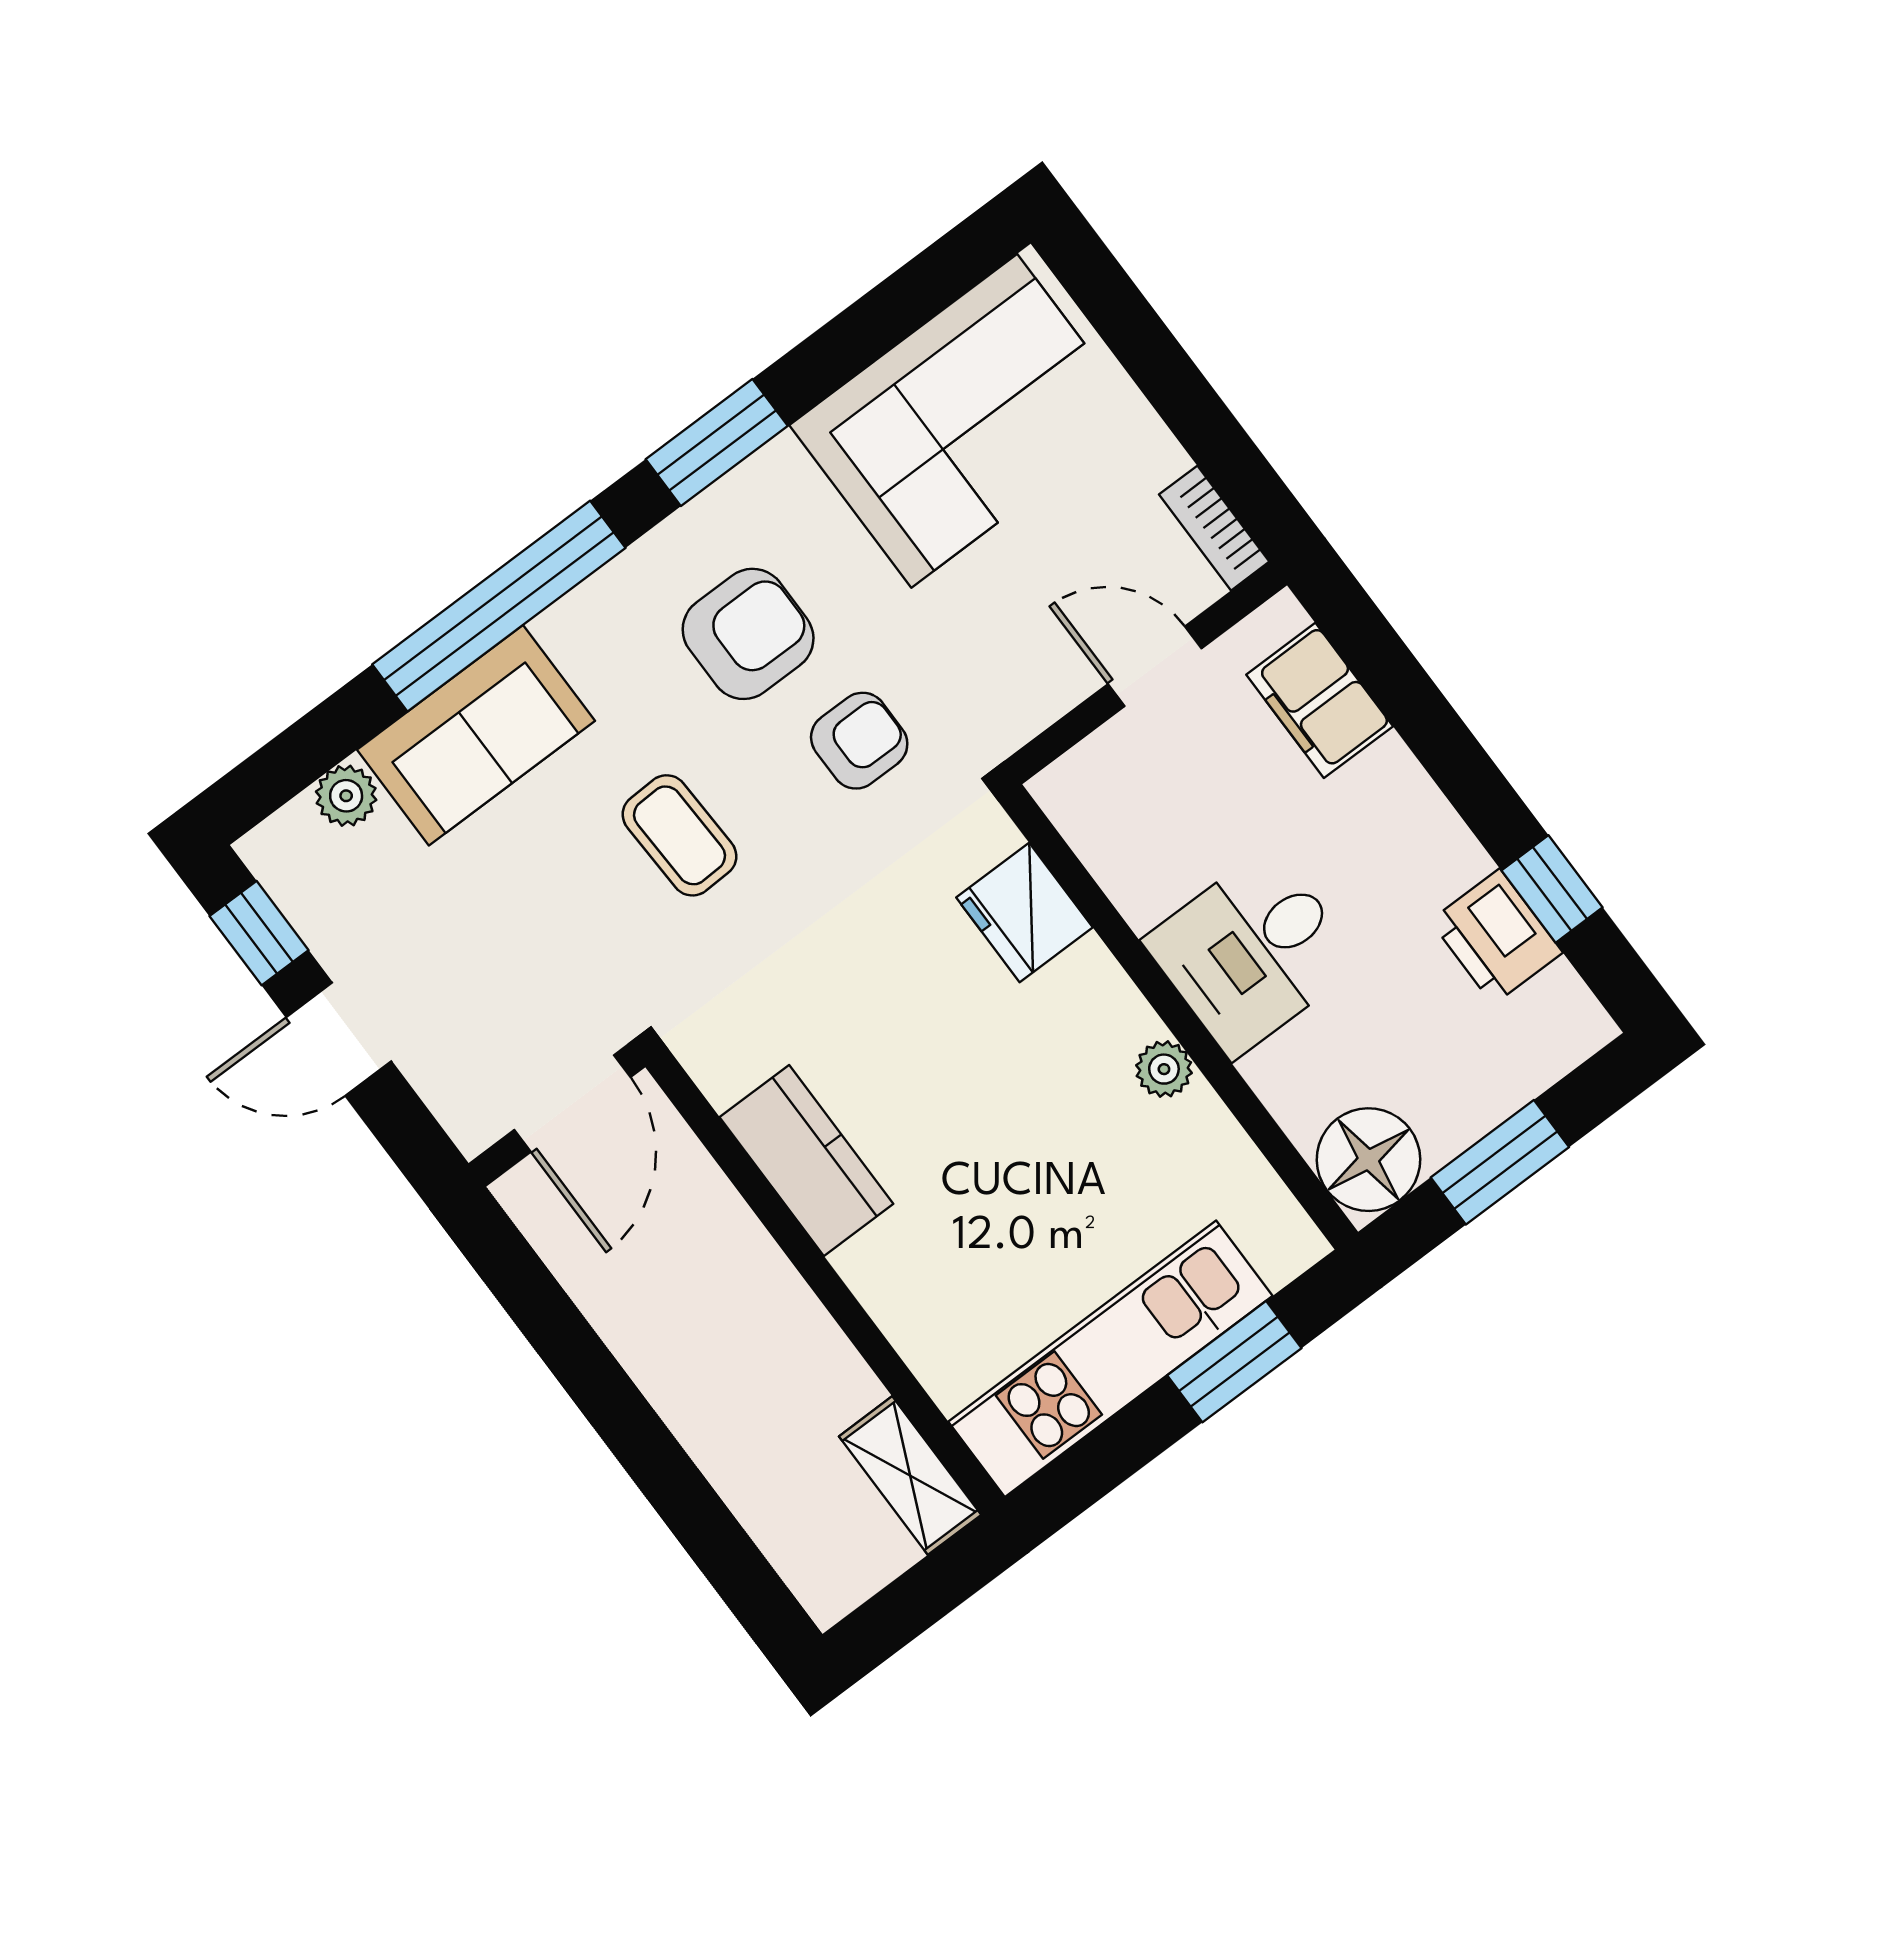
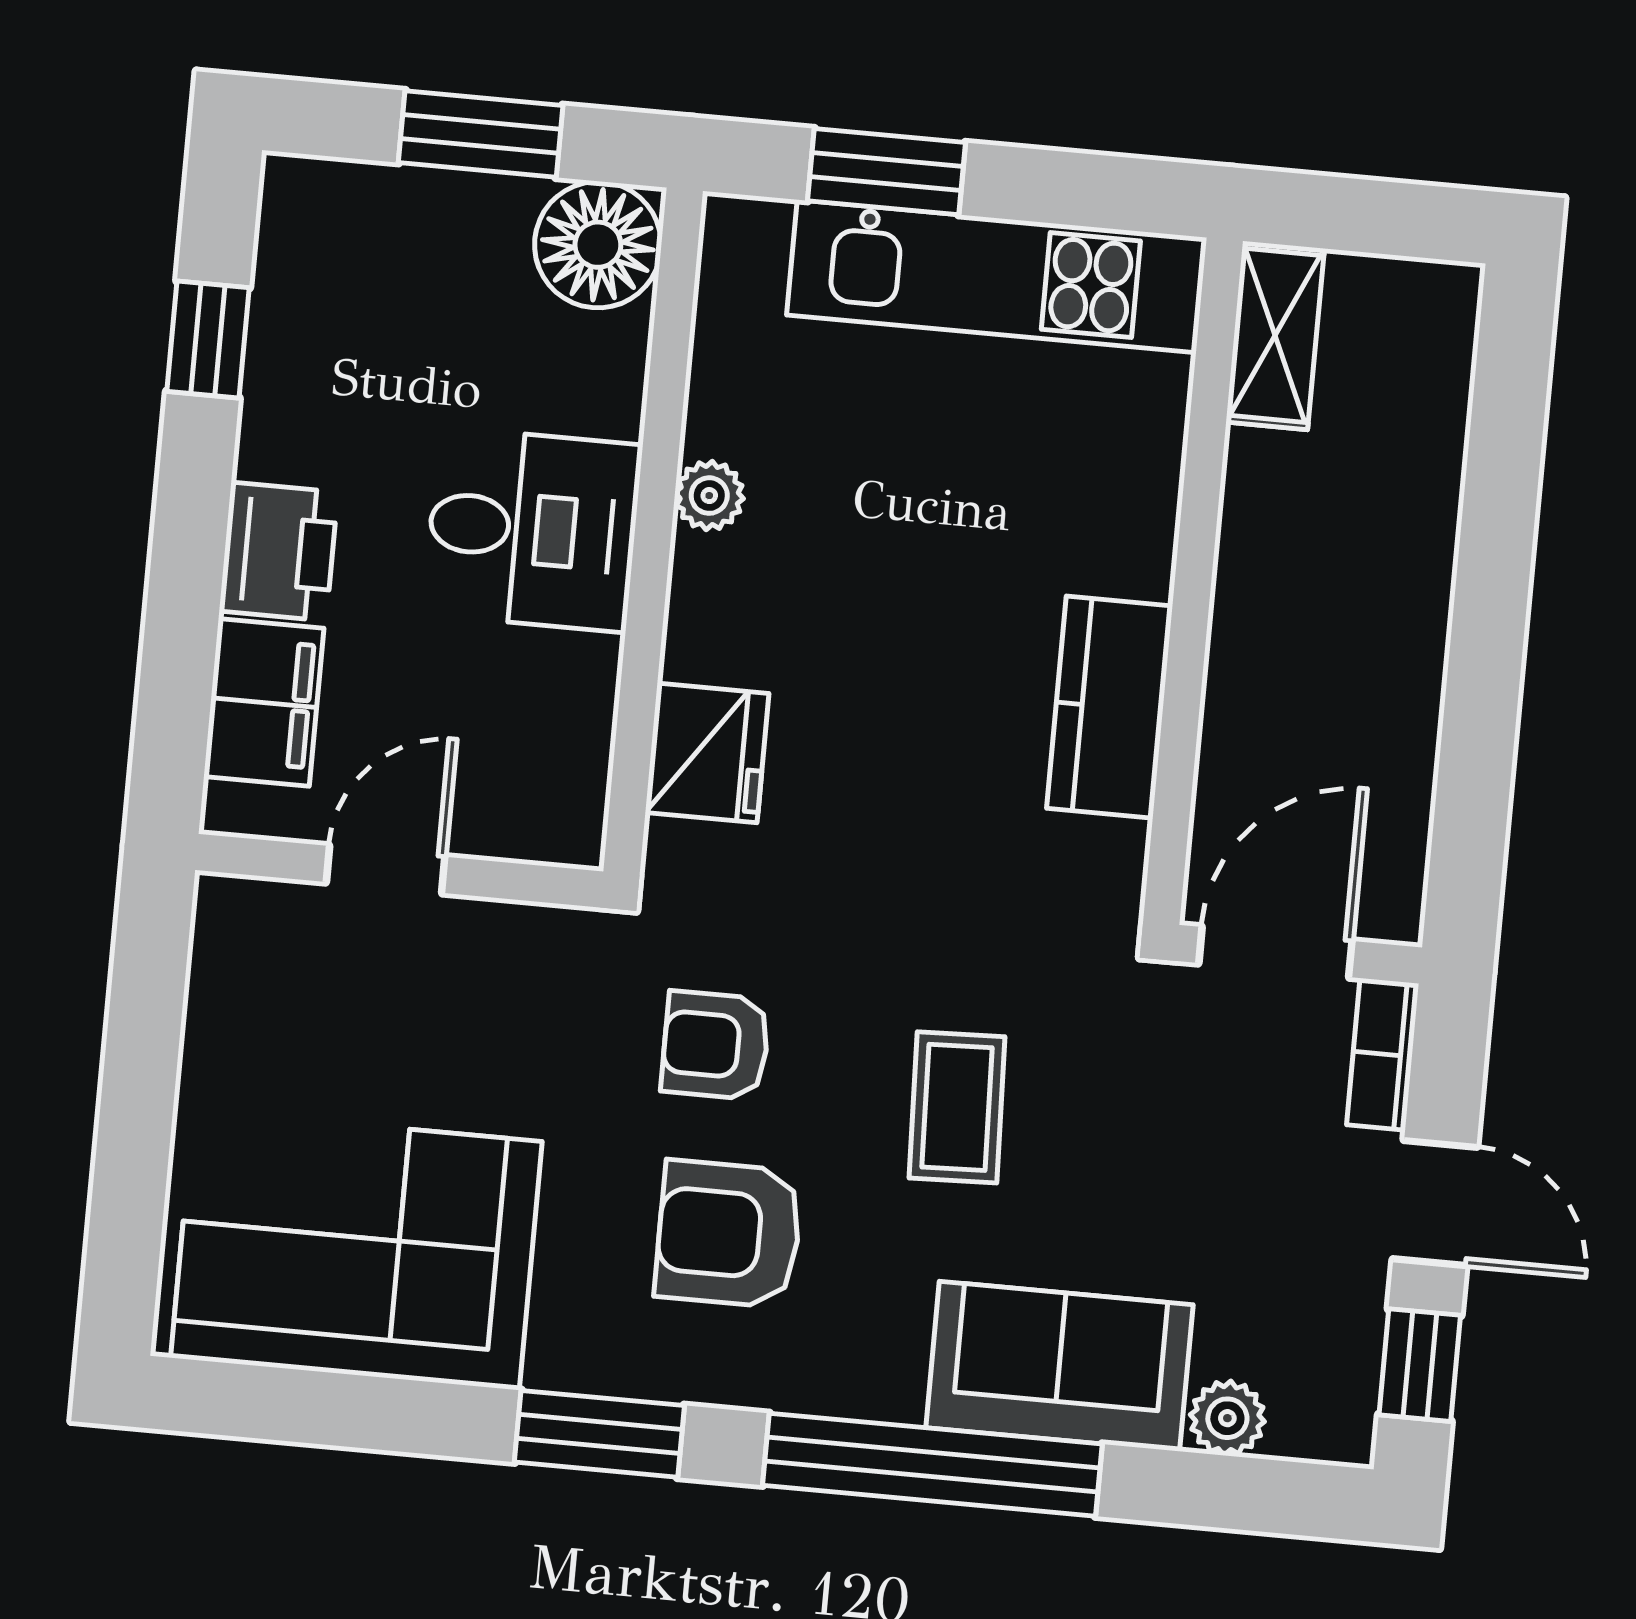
bookcase: (1214, 528) -> (1383, 1054), moved, turned 180
door: (1155, 666) -> (386, 869), swing flipped
printer: (1496, 937) -> (278, 552), moved

